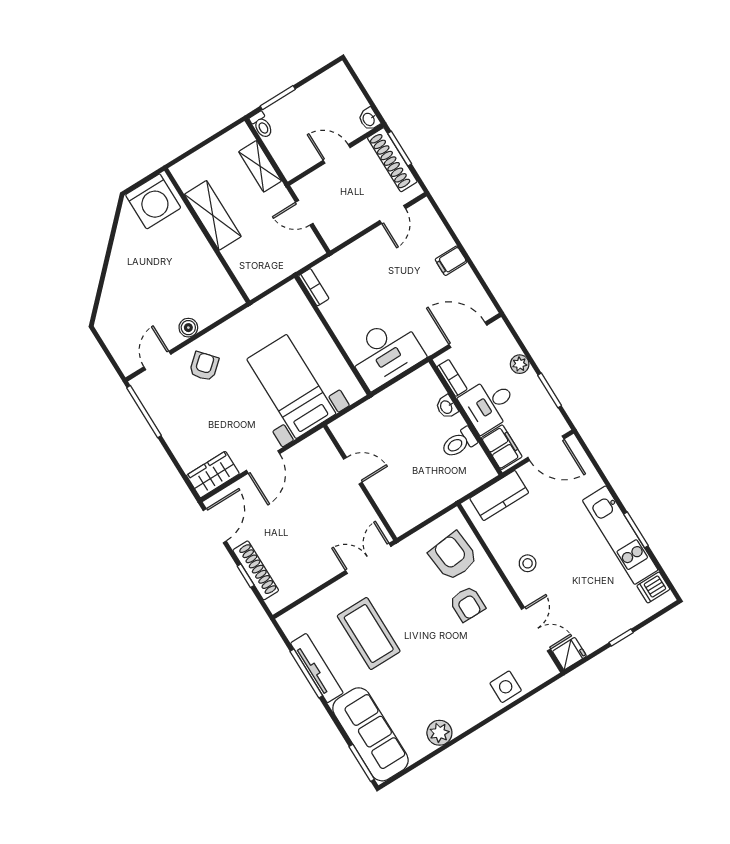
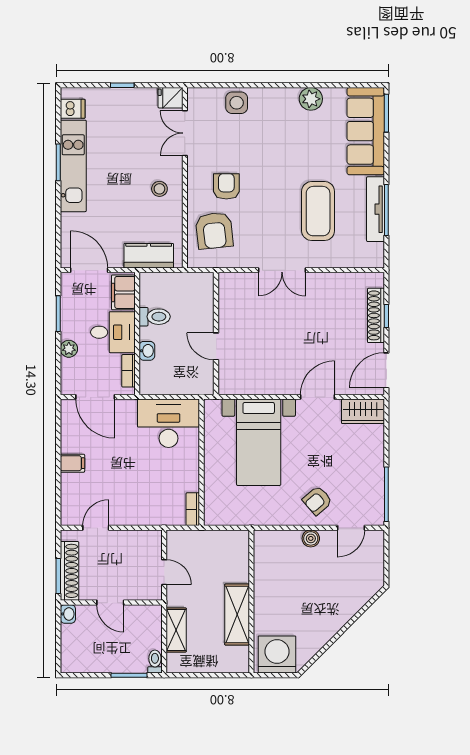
door: (353, 471) -> (216, 346), moved
wall: (360, 483) -> (216, 334), moved

